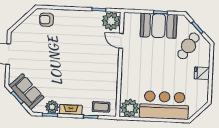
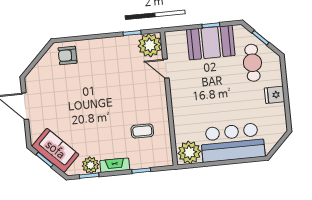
cafe table: (188, 46) -> (252, 63), turned -32
coffee table: (101, 107) -> (142, 131), moved

